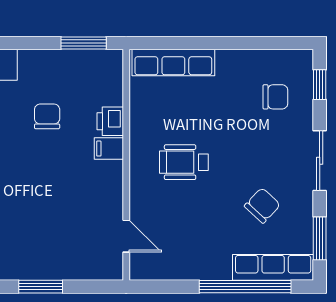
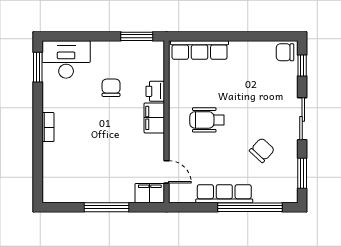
chair: (275, 97) -> (285, 52), moved, turned 180
filing cabinet: (109, 149) -> (154, 118), width x2.00
filing cabinet: (102, 267) -> (150, 193), added
row of seats: (273, 267) -> (224, 194), moved
window: (41, 287) -> (106, 207), width x1.44

